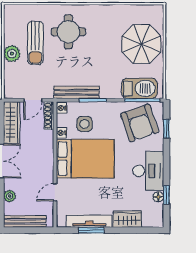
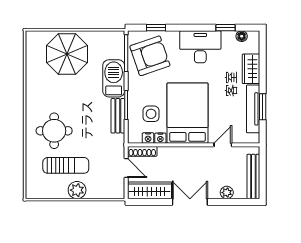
barbecue: (139, 88) -> (114, 78), moved
bench: (77, 92) -> (118, 116), width x0.73
nightstand: (61, 108) -> (148, 138), moved
door: (55, 192) -> (223, 145), swing flipped
floor lamp: (158, 197) -> (242, 36), moved

